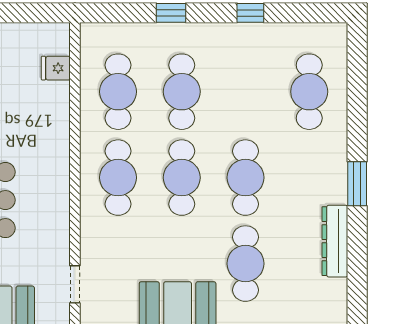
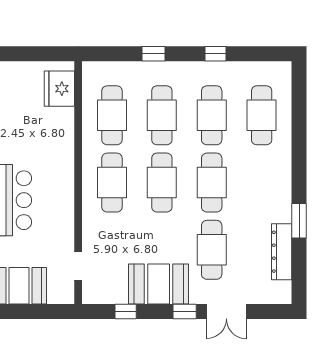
fridge: (56, 68) -> (59, 89), width x1.88, depth x1.34
cafe table: (245, 92) -> (212, 115), added
window: (357, 184) -> (299, 221), moved
dresser: (335, 241) -> (282, 252), moved

